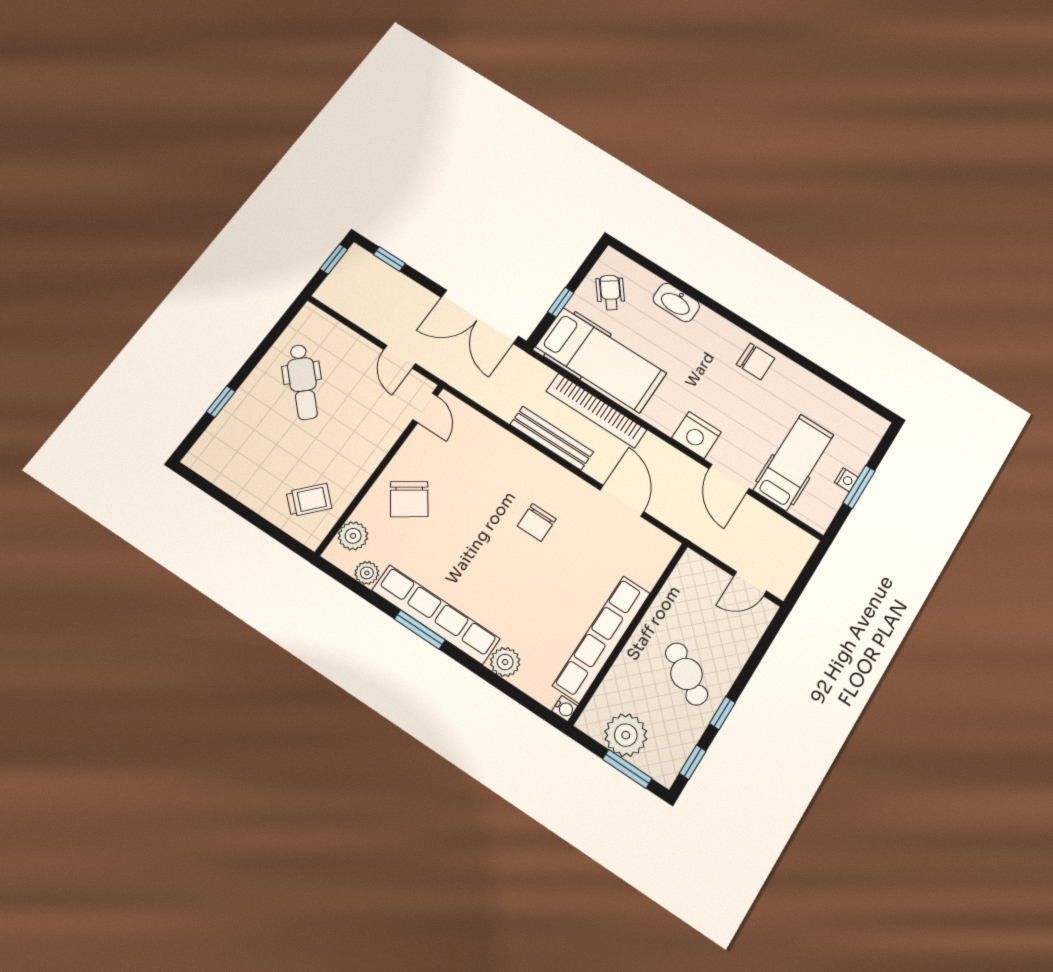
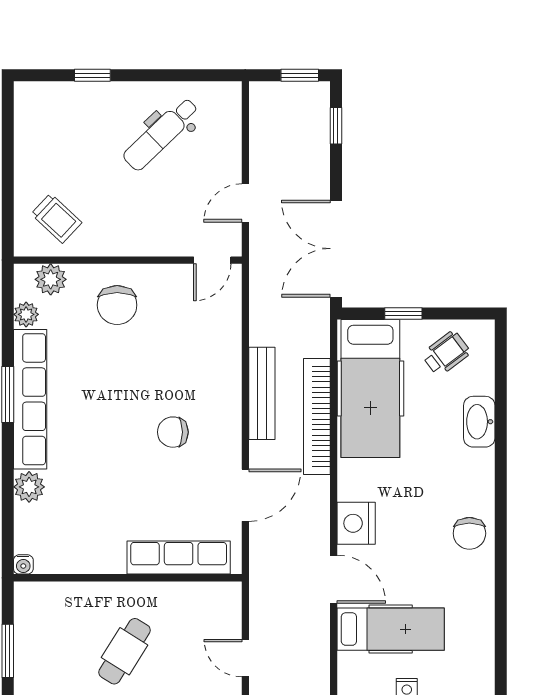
door: (729, 479) -> (334, 579), swing flipped
chair: (409, 499) -> (117, 305), turned -55
row of seats: (602, 639) -> (179, 558), moved, width x0.73
plant: (626, 735) -> (36, 632), removed

